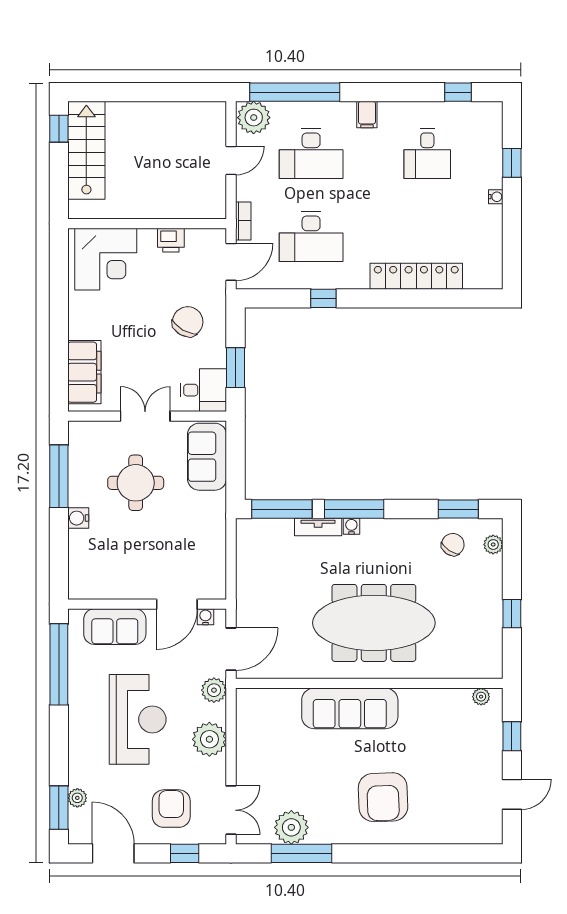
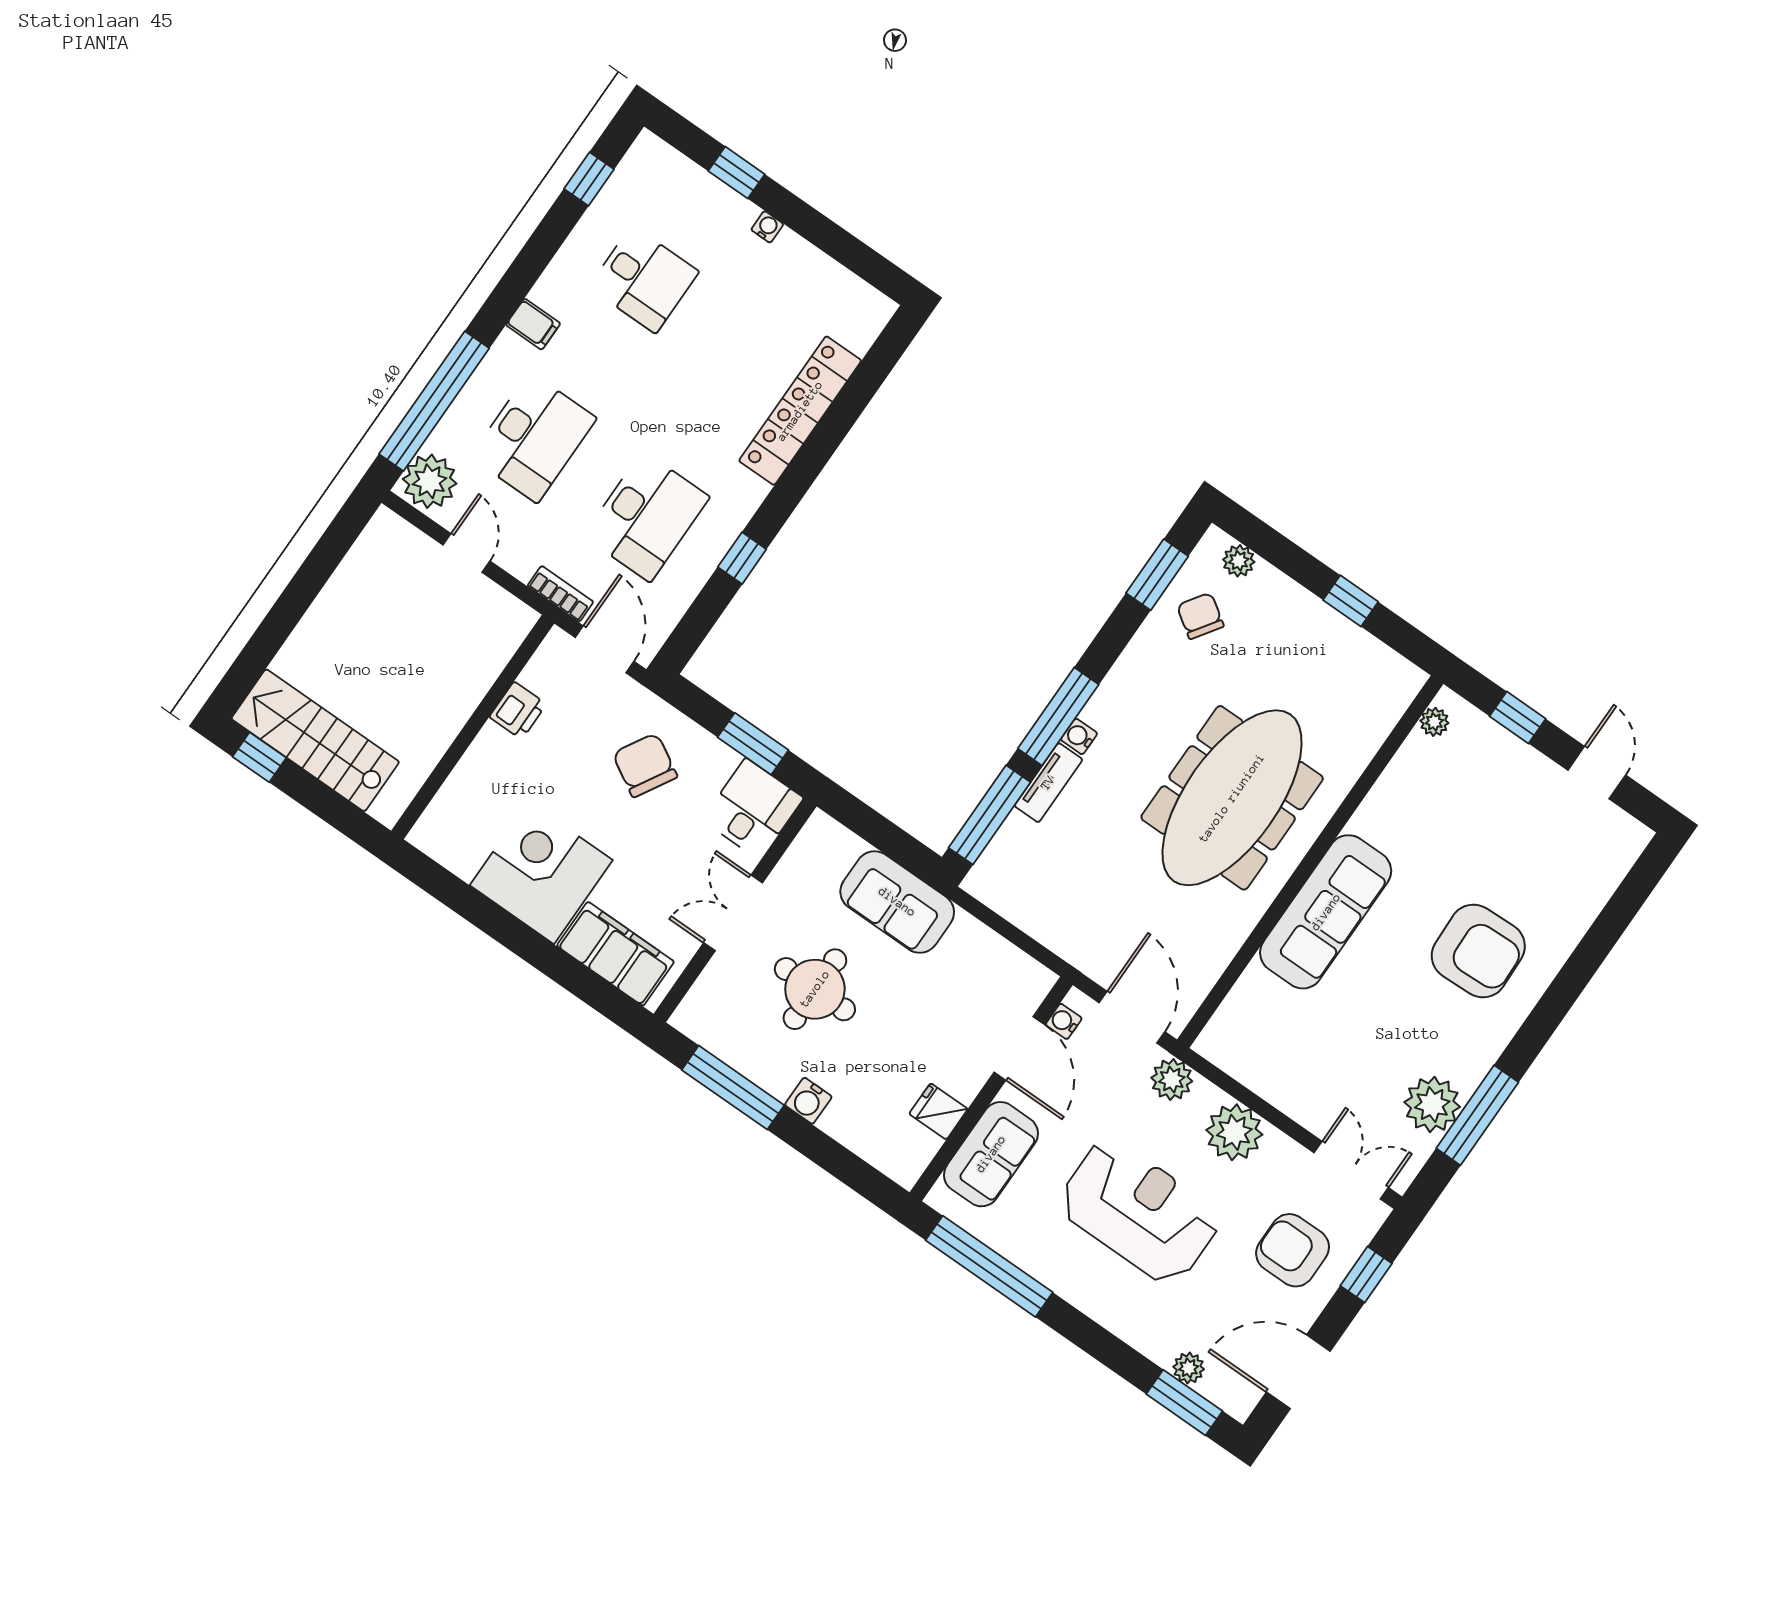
corner desk: (106, 259) -> (541, 873), moved, turned -90
sofa: (207, 457) -> (897, 902), moved
fridge: (118, 586) -> (938, 1111), added

